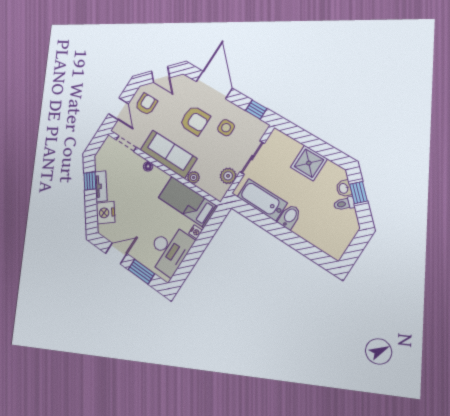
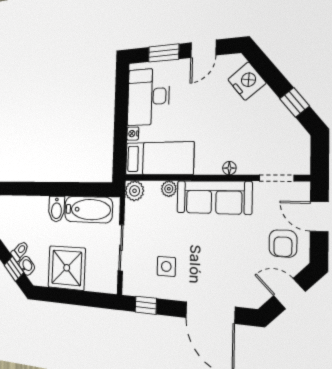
armchair: (195, 120) -> (207, 256), removed
shower: (309, 163) -> (67, 268), width x1.37, depth x1.37
plant: (228, 176) -> (135, 191), moved
tv unit: (101, 186) -> (275, 106), removed

